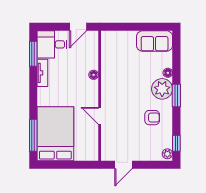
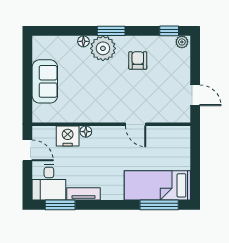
sofa: (155, 41) -> (45, 81), moved
nightstand: (90, 60) -> (68, 136), added
door: (100, 116) -> (136, 124), hinge flipped
bed: (55, 134) -> (157, 185), width x0.67

